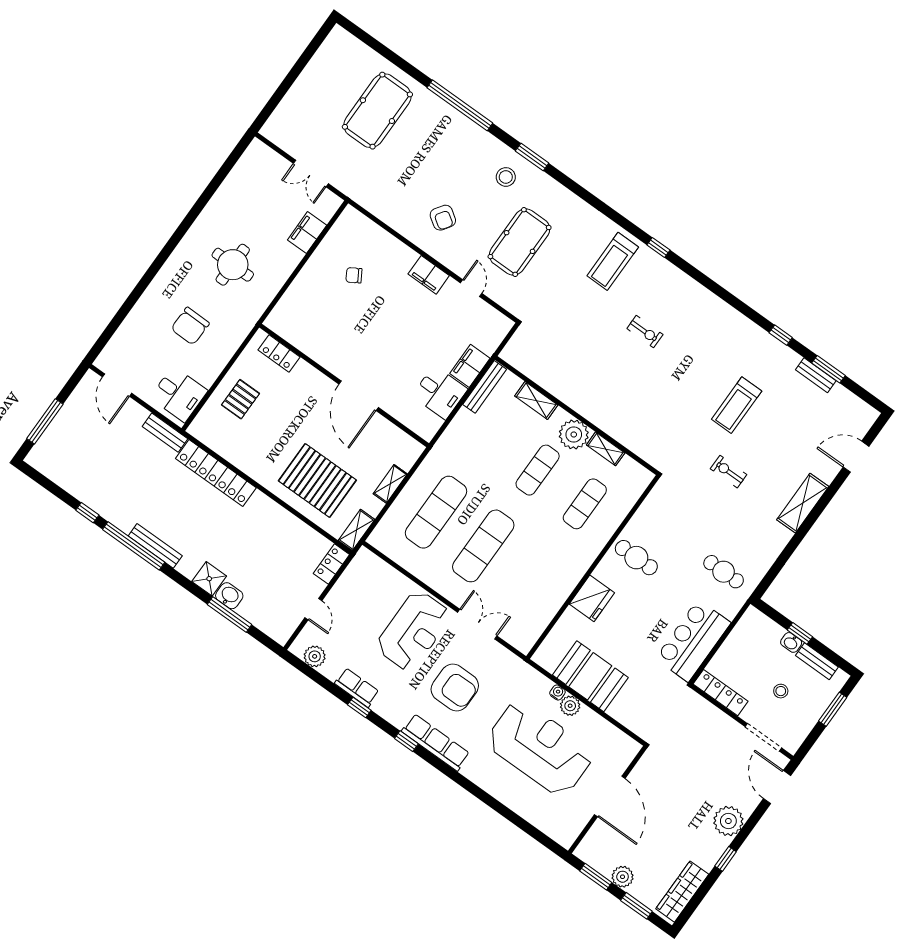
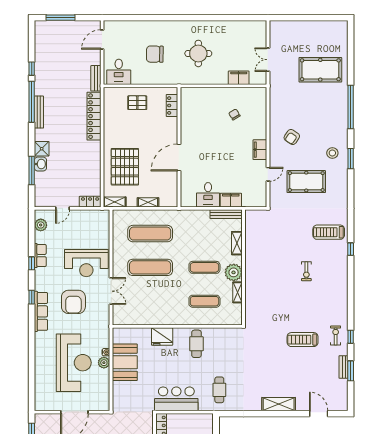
exercise bike: (729, 472) -> (336, 336), moved

